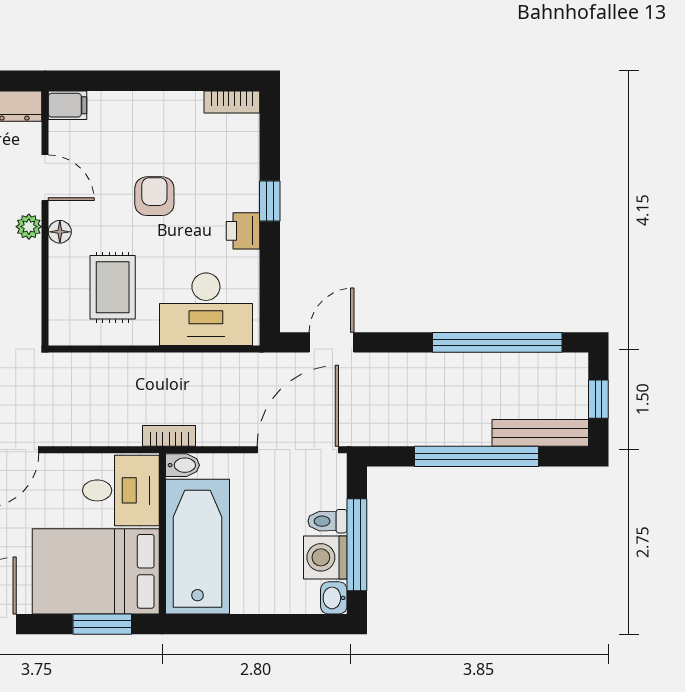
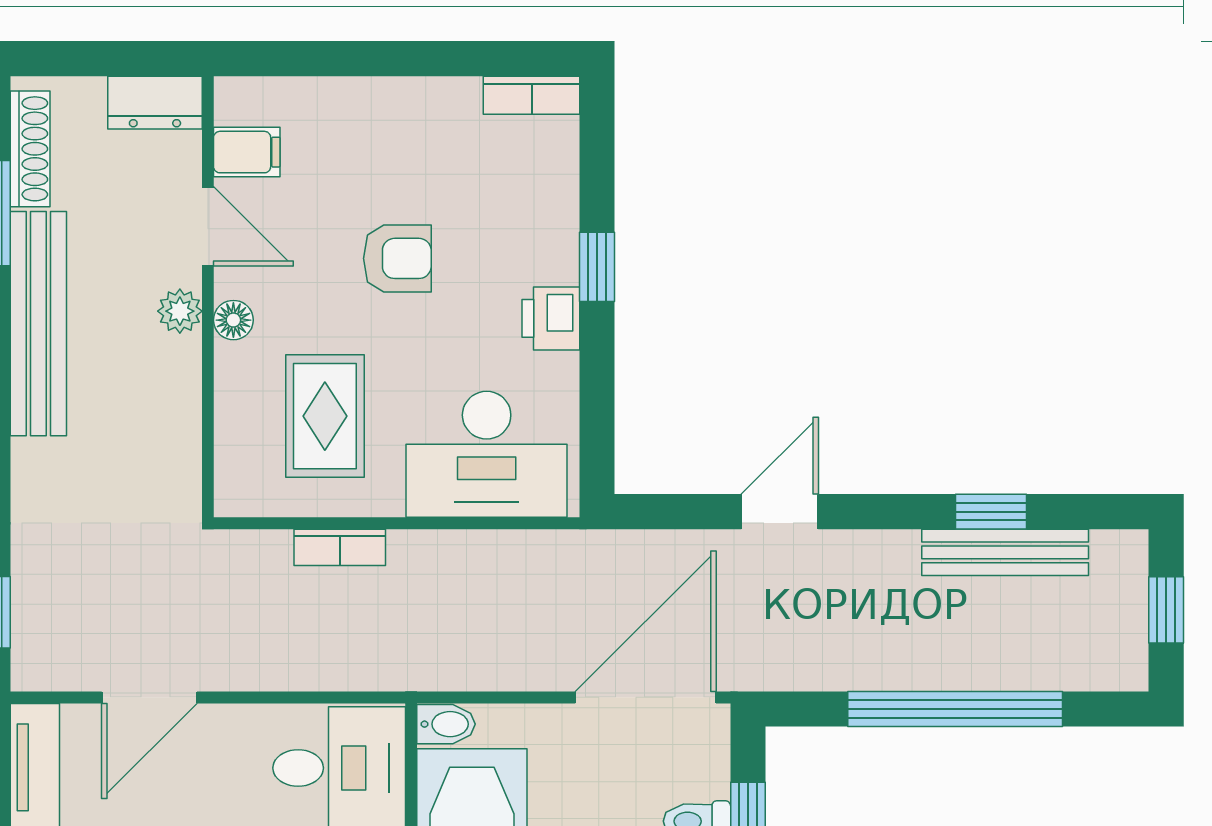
filing cabinet: (67, 105) -> (247, 152), moved
armchair: (154, 196) -> (397, 258), turned 90
door: (331, 342) -> (780, 512), moved
window: (497, 342) -> (991, 512), width x0.32
bench: (540, 433) -> (1005, 552), moved
bookcase: (169, 436) -> (340, 547), moved, turned 180

